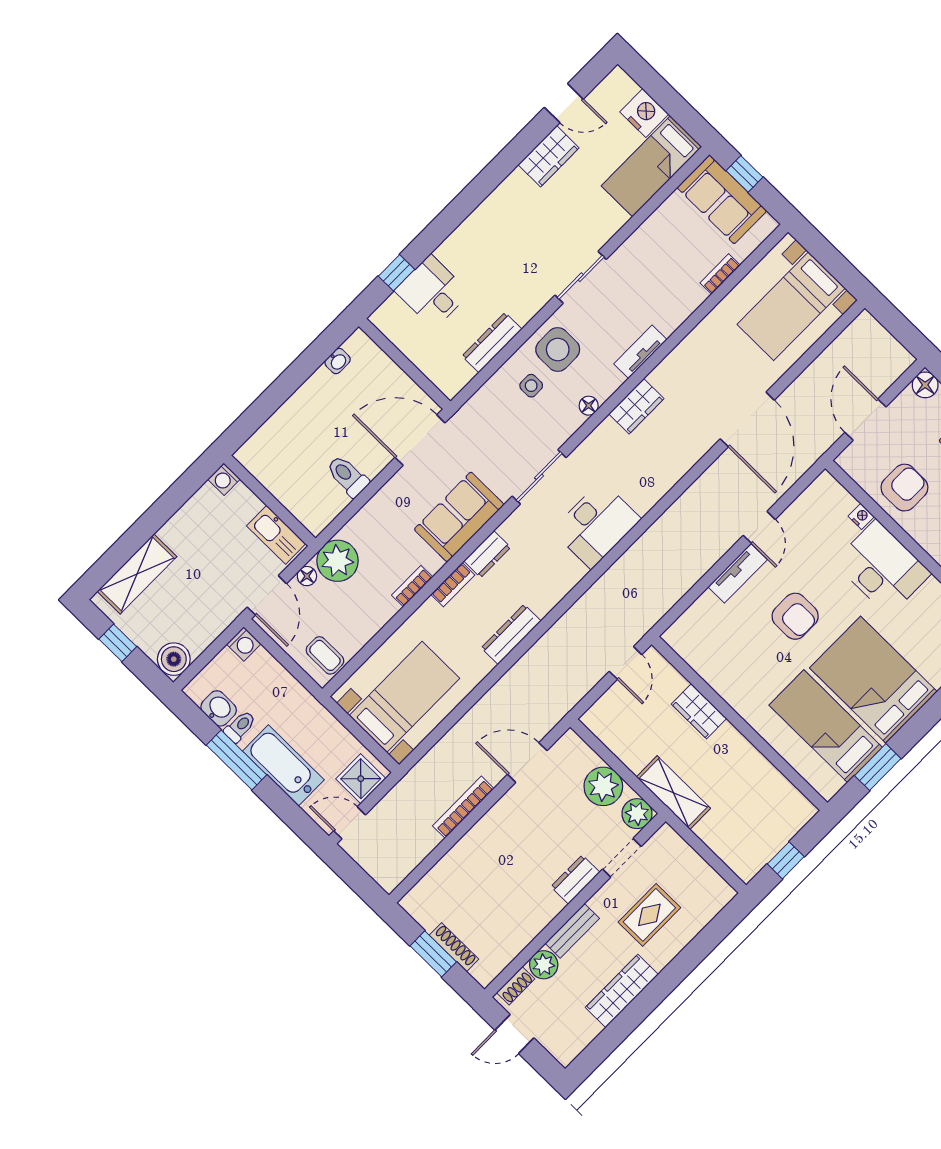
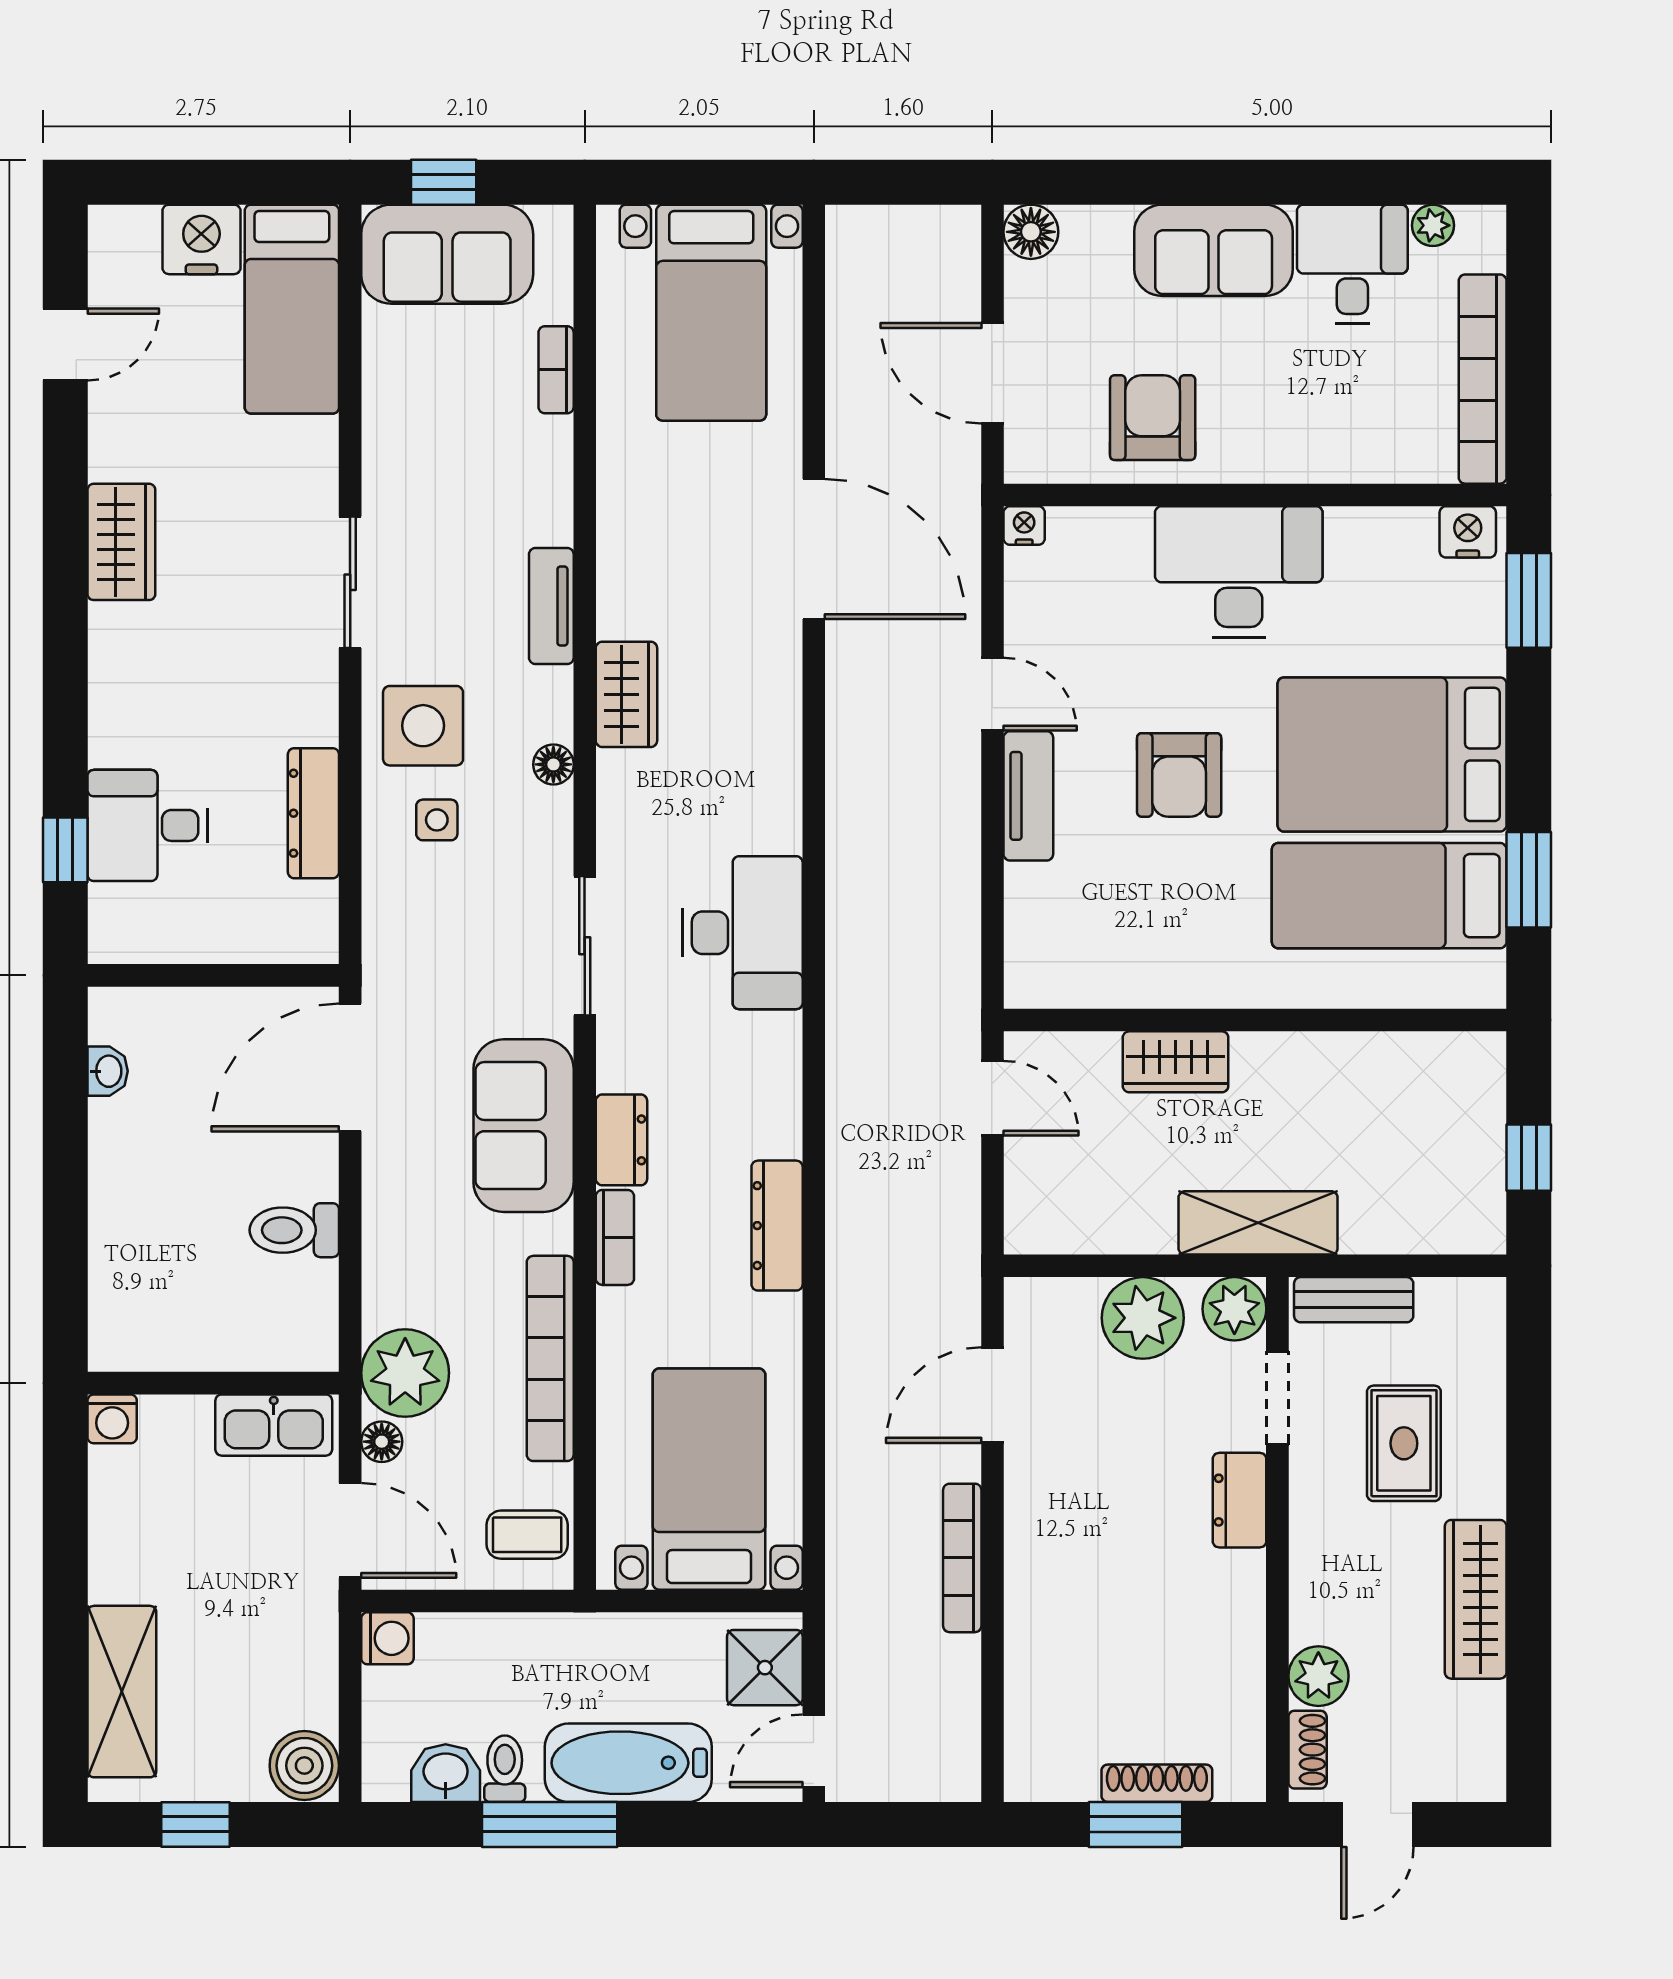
wardrobe: (549, 156) -> (121, 542), moved
nightstand: (861, 516) -> (1024, 526), moved
bookcase: (412, 586) -> (550, 1358), width x2.31, depth x1.31
armchair: (795, 616) -> (1179, 775), turned 90
bench: (572, 931) -> (1354, 1300), moved, turned 90

